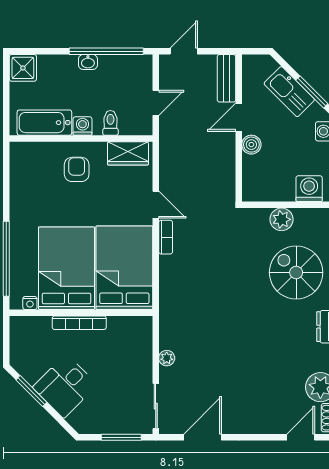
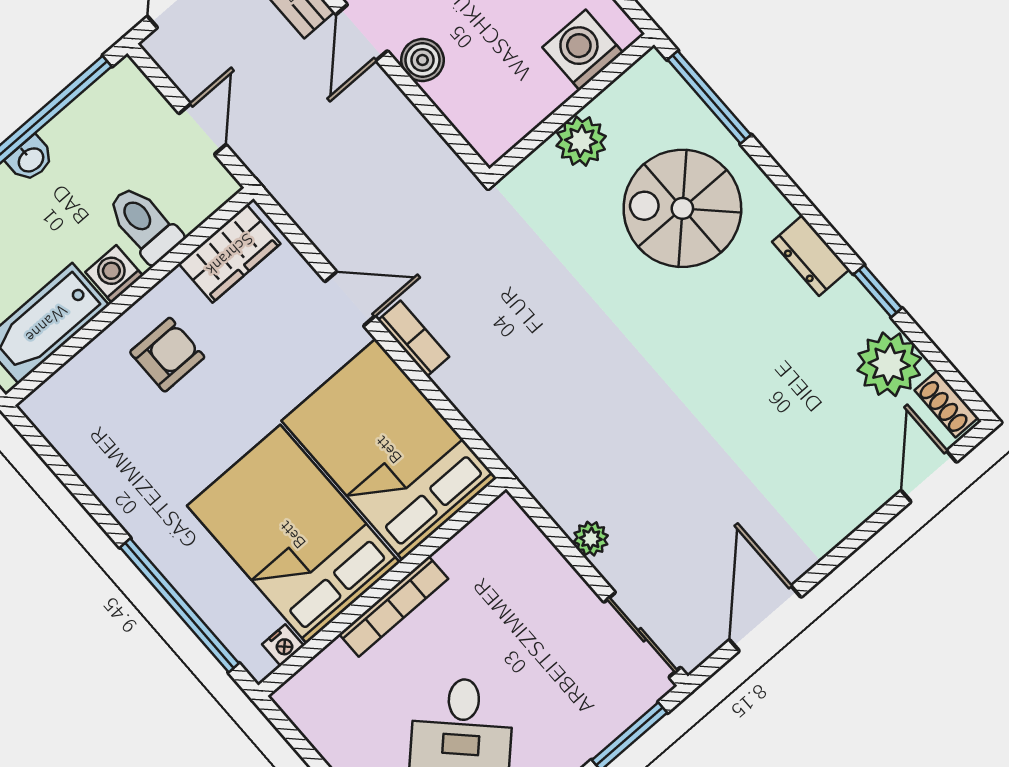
toilet: (110, 123) -> (144, 224), width x1.37, depth x1.39
armchair: (77, 169) -> (167, 355), turned 90

